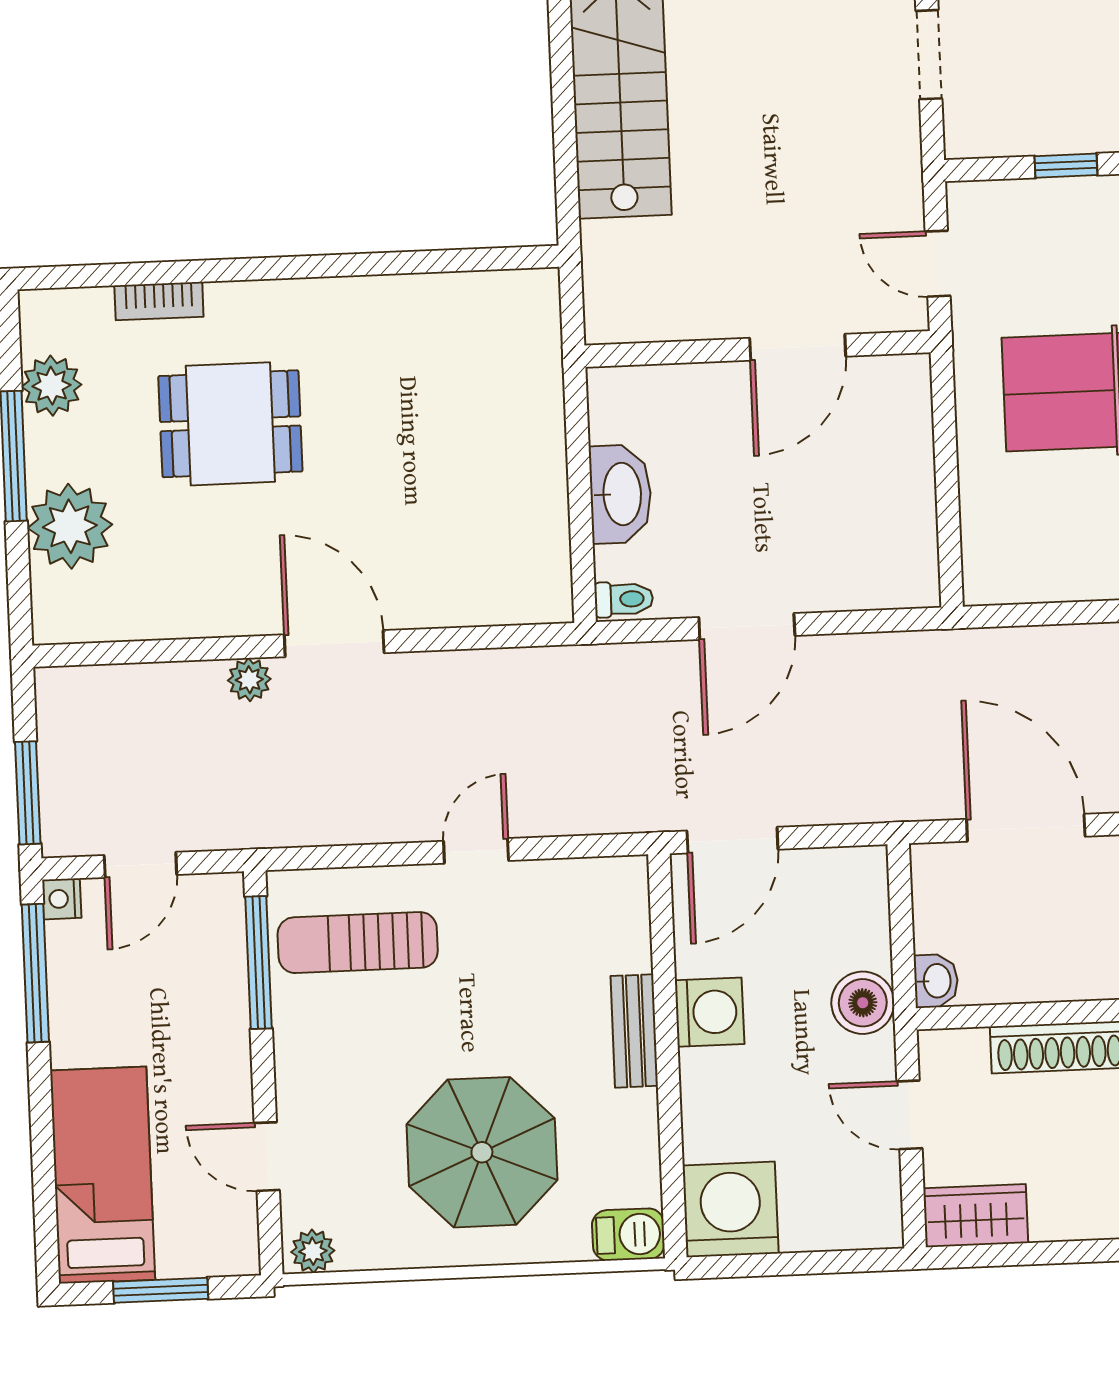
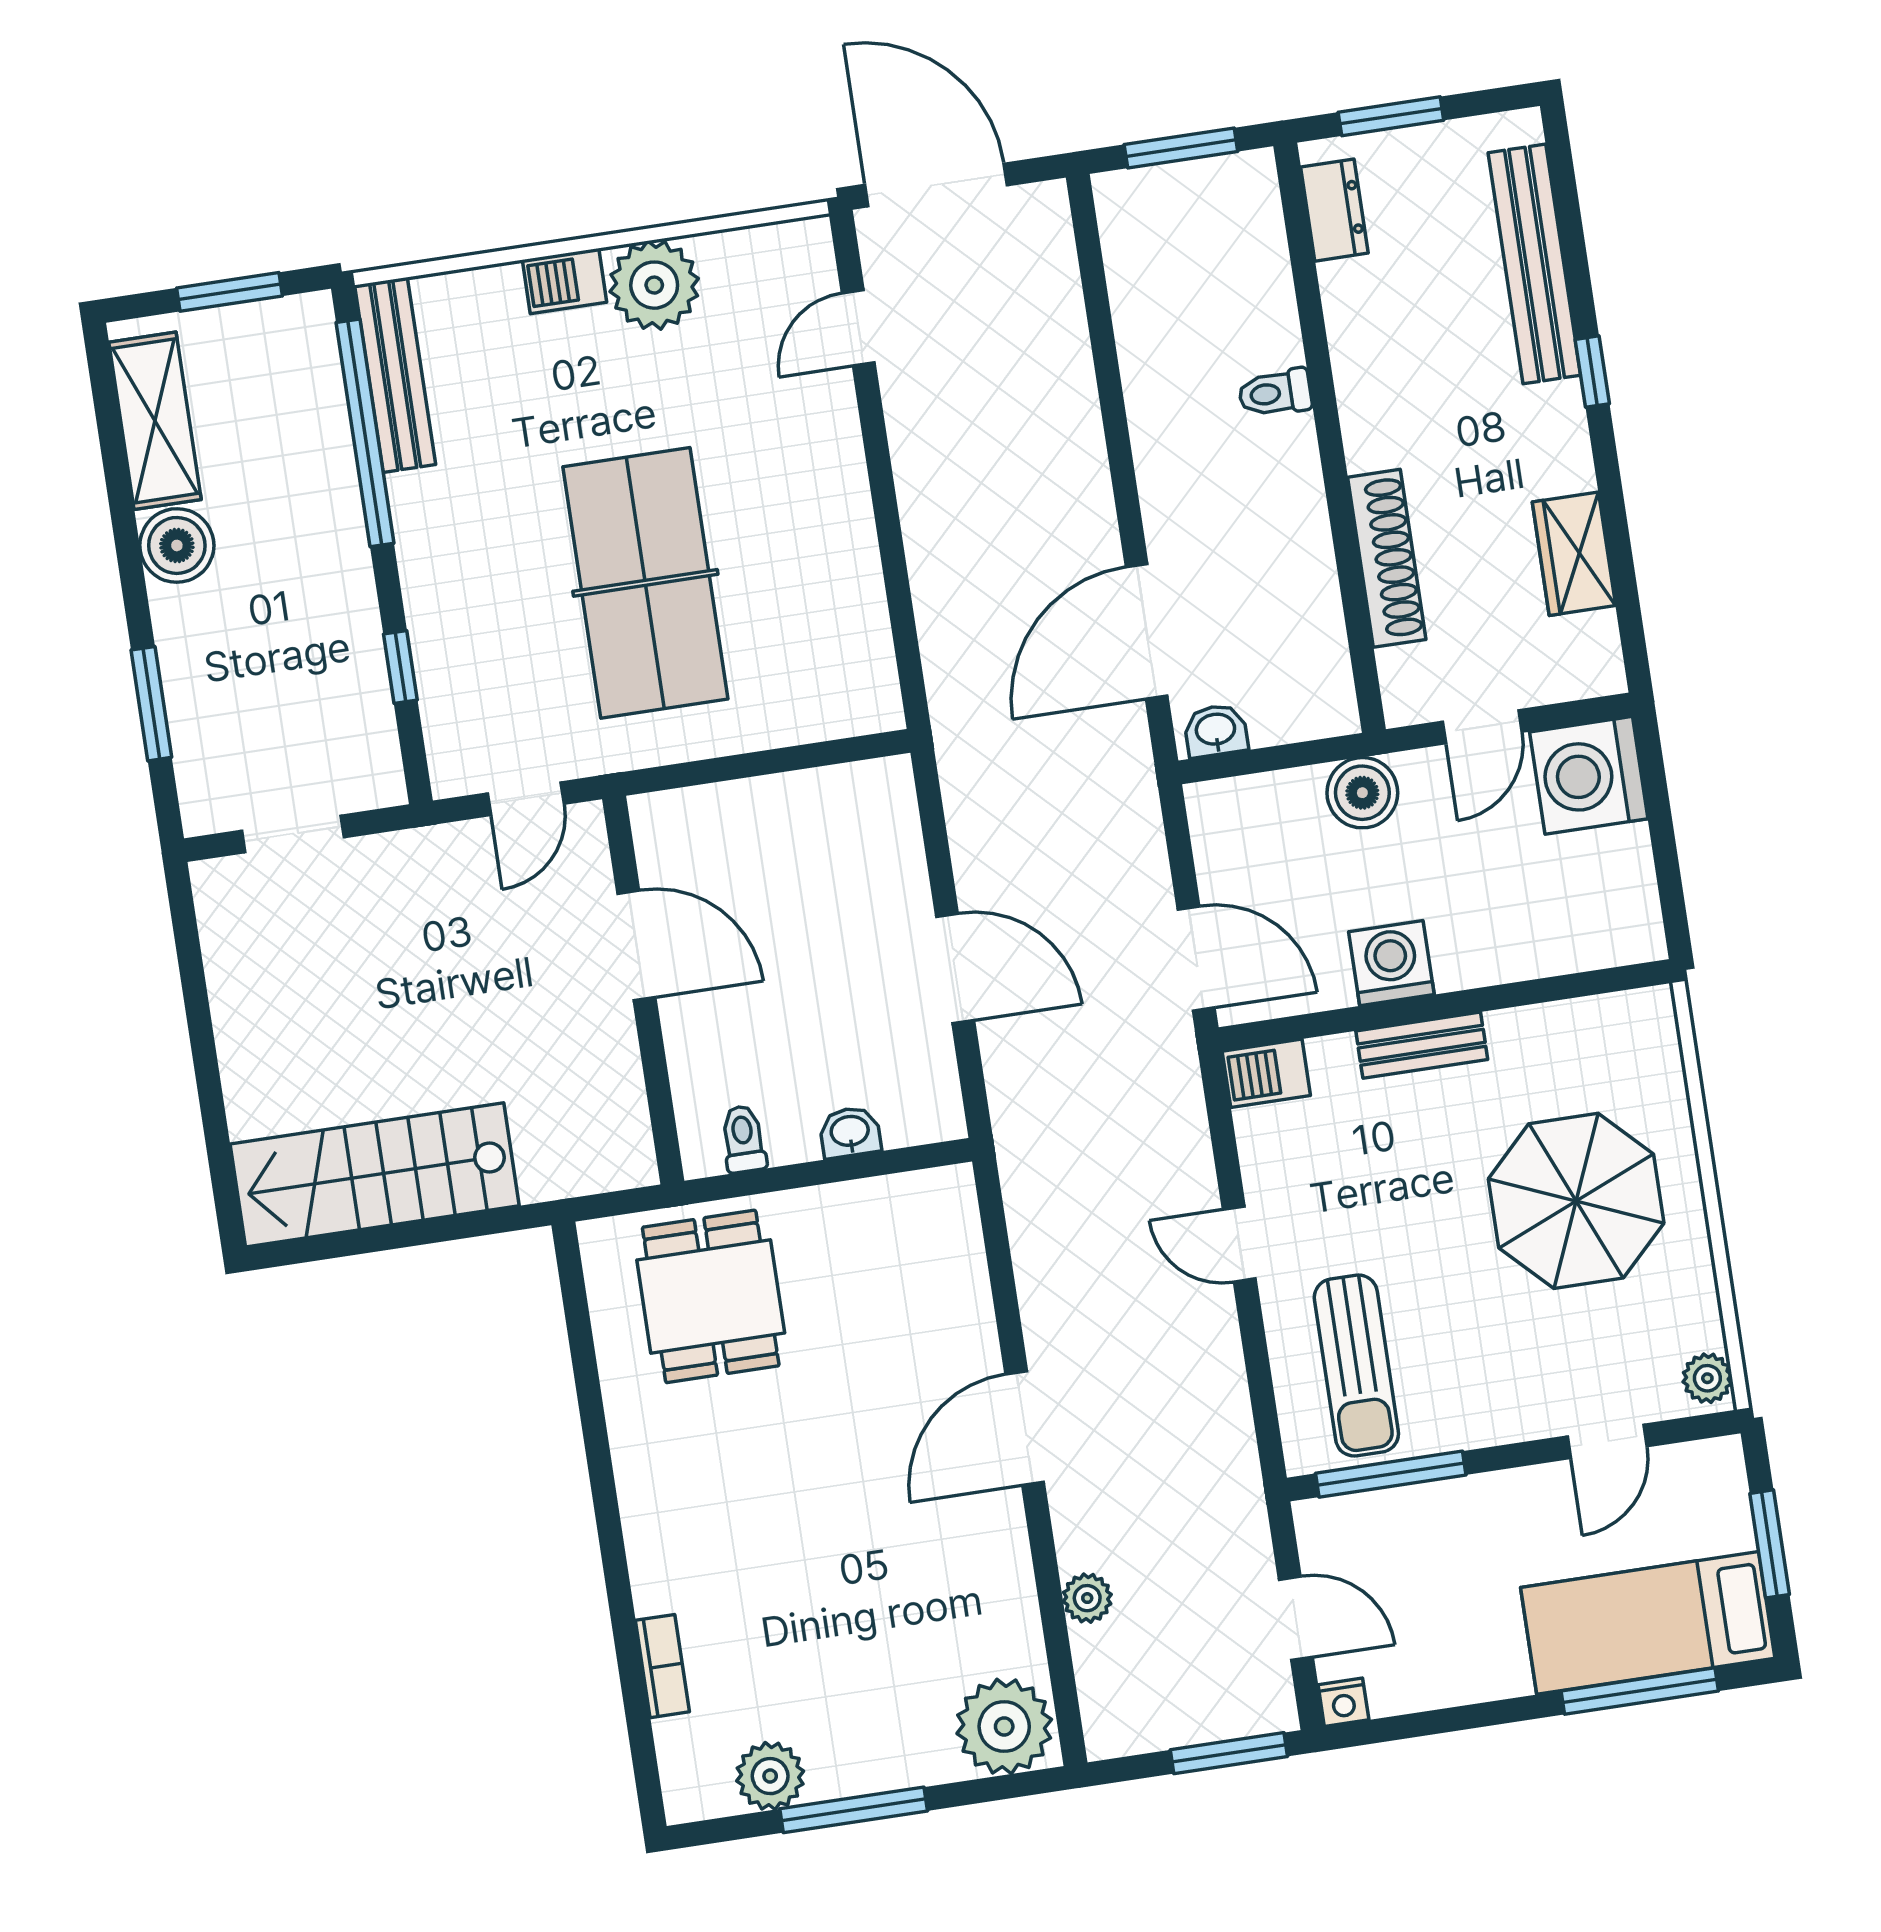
dining table: (230, 424) -> (711, 1296), moved
washbasin: (620, 494) -> (850, 1132), width x0.52, depth x0.69
plant: (70, 526) -> (1004, 1727), moved
toilet: (624, 599) -> (743, 1139), moved
plant: (249, 680) -> (1087, 1598), moved
window: (35, 973) -> (1640, 1691), moved
washbasin: (936, 981) -> (1216, 731), moved
washing machine: (731, 1209) -> (1589, 775), moved
wardrobe: (976, 1216) -> (1574, 554), moved
barbecue: (628, 1234) -> (1266, 1073), moved, turned -90

